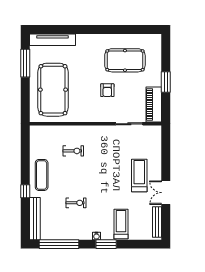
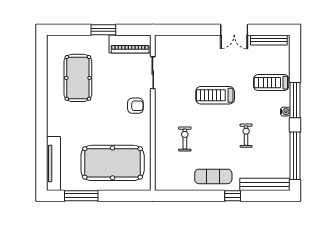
armchair: (107, 90) -> (135, 106), moved
treadmill: (139, 175) -> (215, 95), moved
window: (106, 244) -> (295, 100), width x1.44

